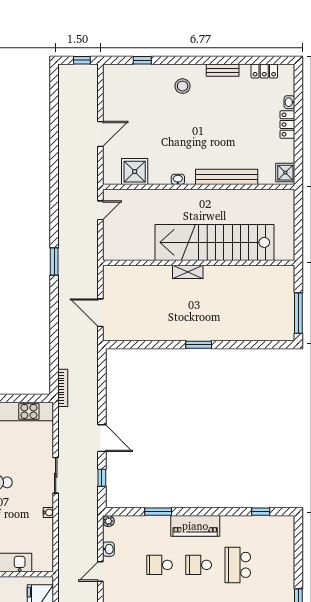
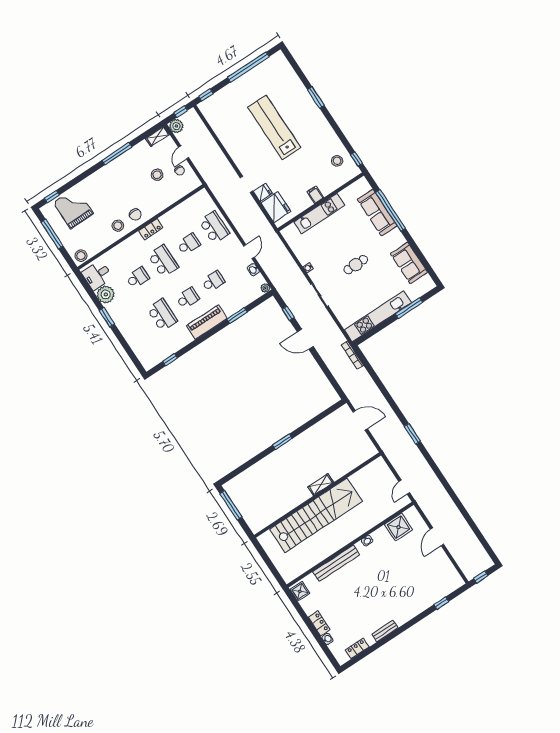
stool: (183, 86) -> (404, 603), removed

